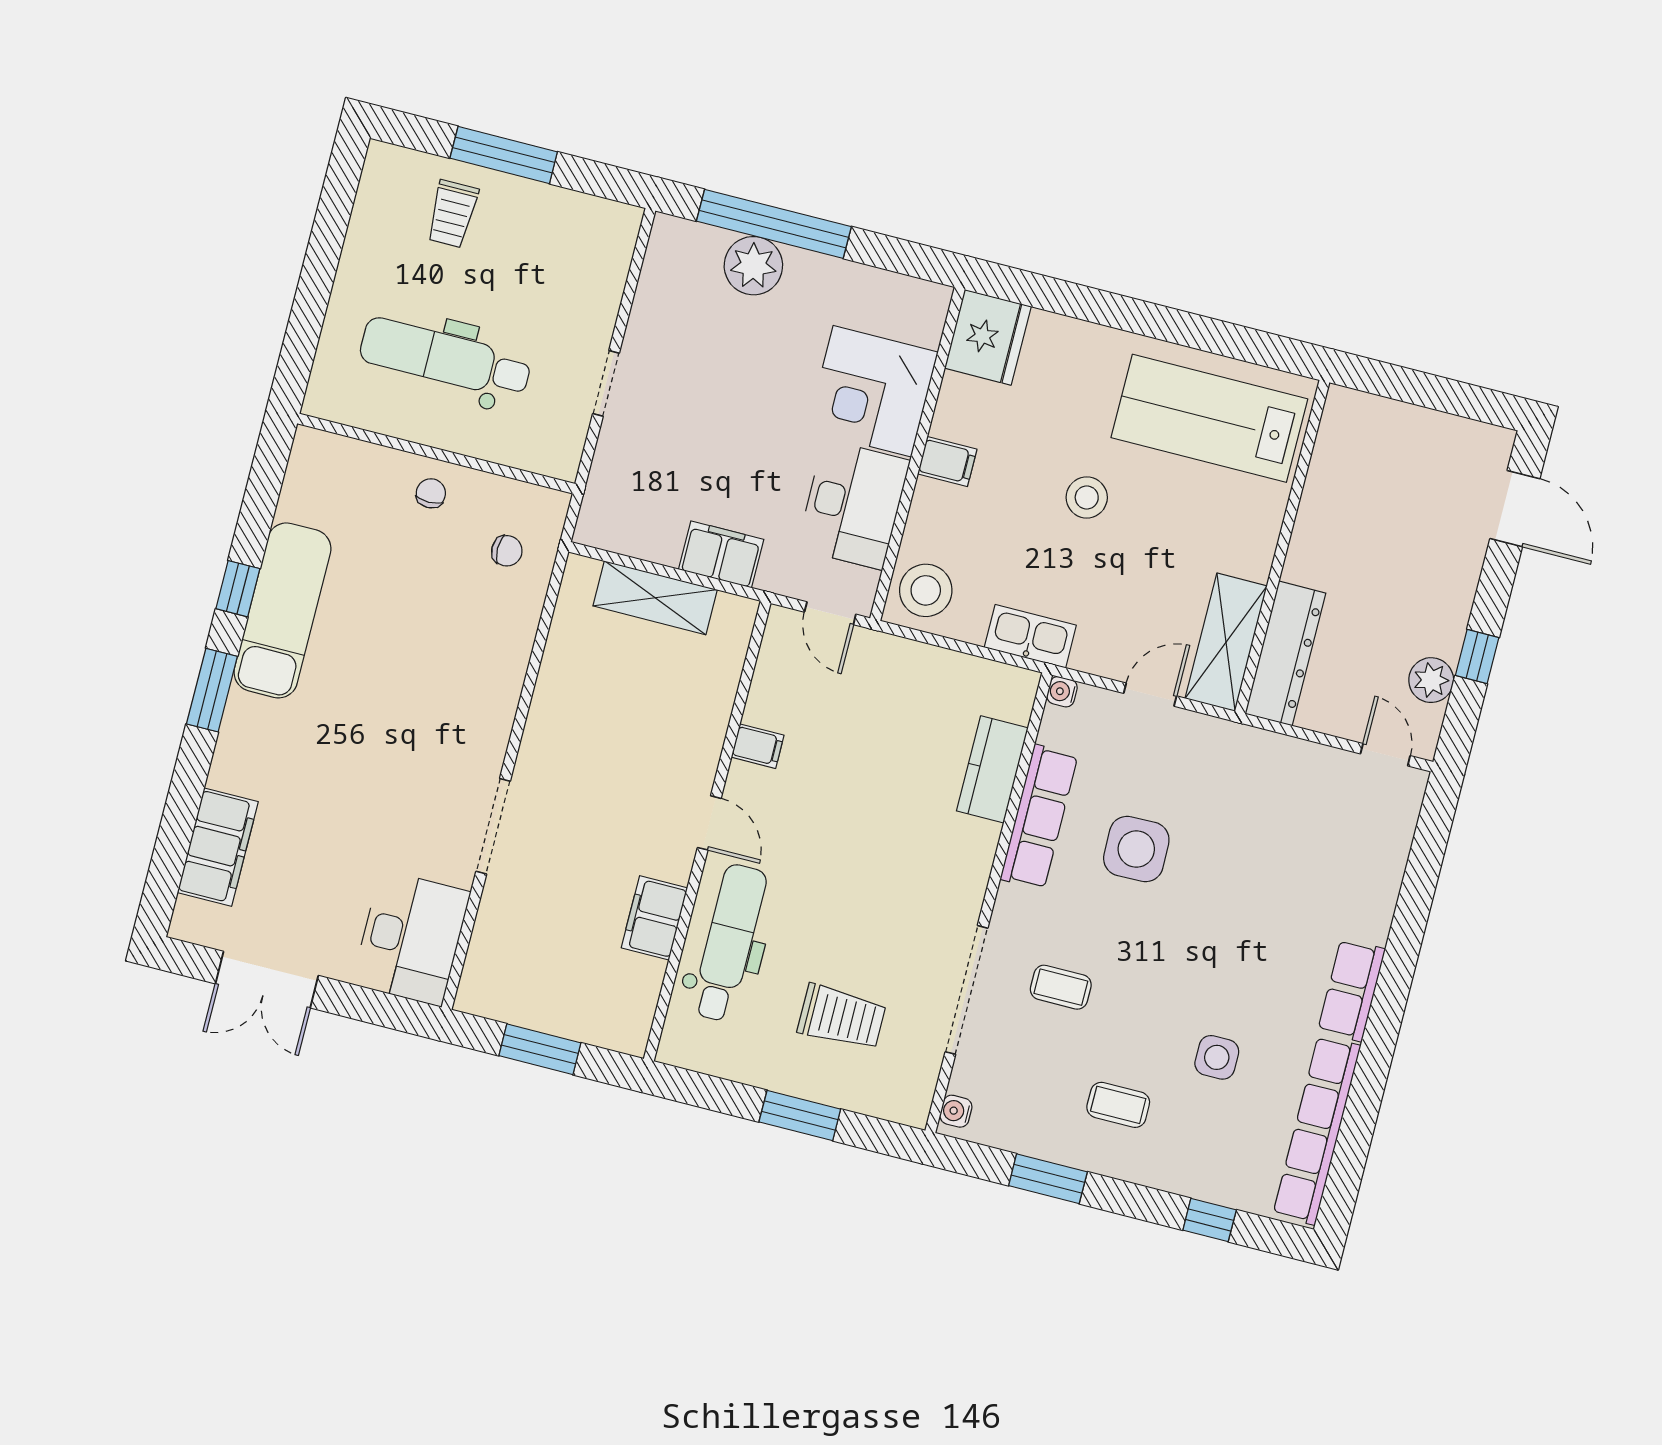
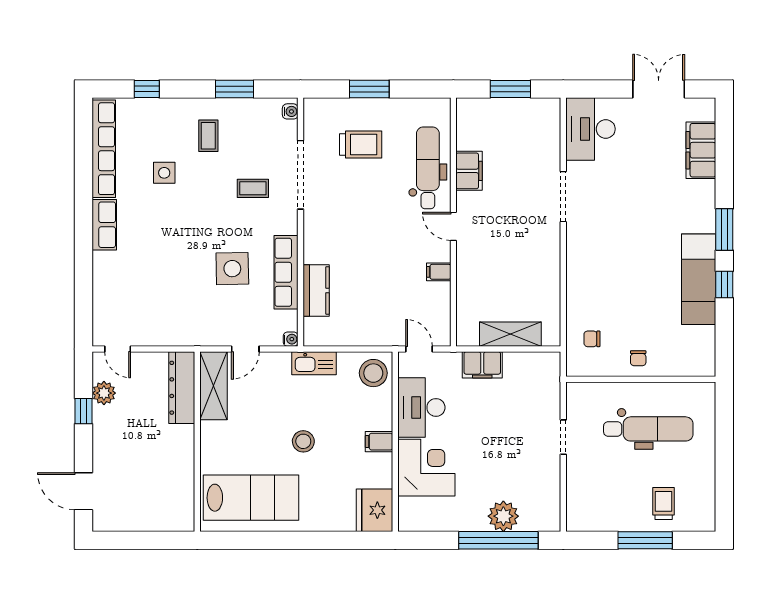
dental chair: (729, 943) -> (428, 168), turned 180
trolley: (842, 1017) -> (361, 145), turned 180
coffee table: (1118, 1105) -> (208, 136), turned 90

